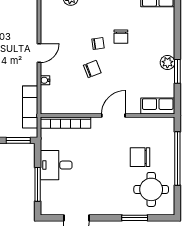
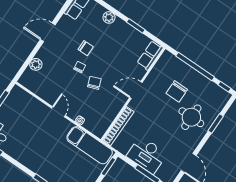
plant: (167, 63) -> (109, 17), moved
exam couch: (30, 107) -> (90, 145), width x1.36, depth x1.45
door: (113, 115) -> (136, 90), hinge flipped
desk: (56, 165) -> (147, 155), width x1.37
round table: (151, 189) -> (191, 117), moved
window: (177, 201) -> (224, 87), added

